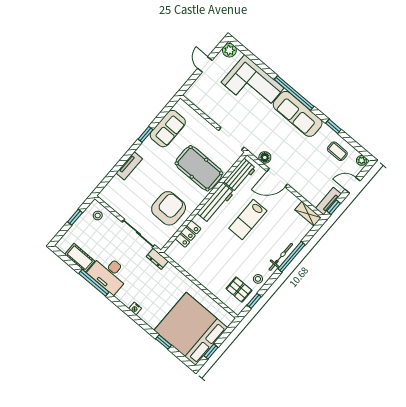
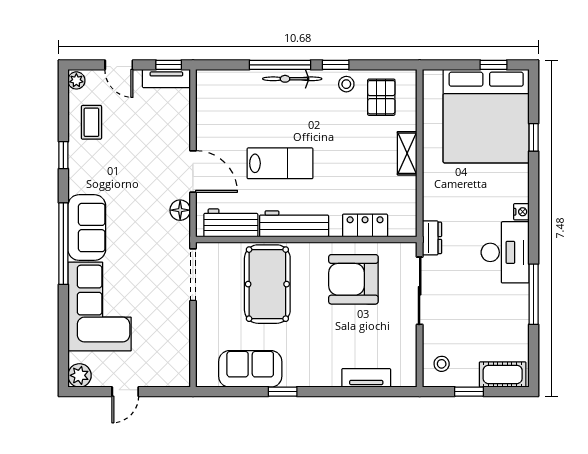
sofa: (298, 114) -> (87, 228), width x0.73
tv unit: (129, 166) -> (366, 378), moved
shelving: (308, 214) -> (407, 153), moved
cot: (80, 258) -> (503, 374), moved, turned 90
desk: (109, 274) -> (505, 252), moved
window: (254, 301) -> (336, 65), moved

